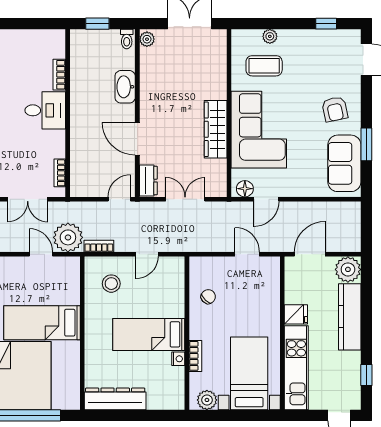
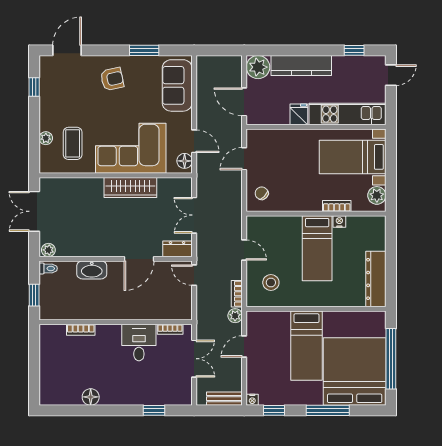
desk: (45, 110) -> (139, 343), moved
sofa: (344, 163) -> (177, 85), moved, turned 90
plant: (68, 237) -> (235, 316), width x0.53, depth x0.53
chair: (208, 297) -> (262, 193), moved

